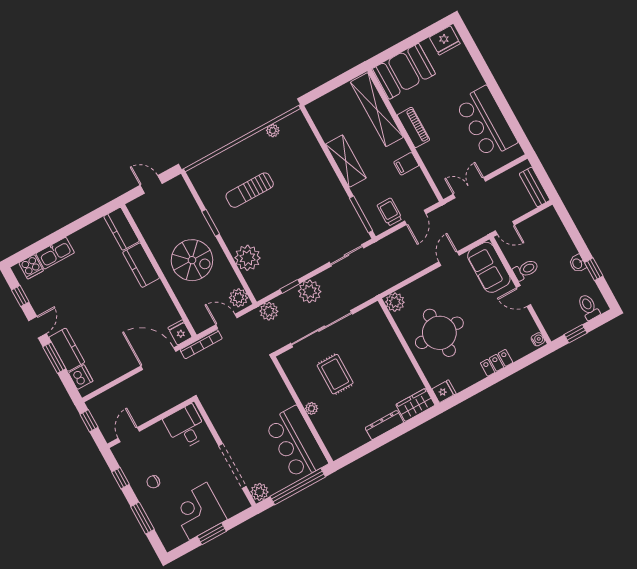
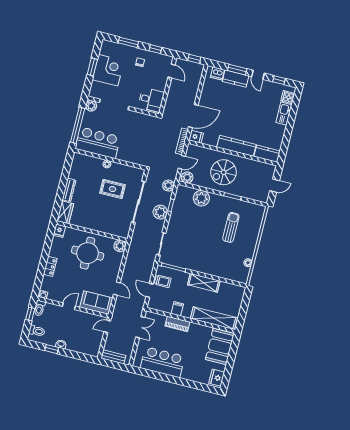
piano: (413, 127) -> (177, 324), moved
kitchen counter: (141, 265) -> (236, 146), width x1.50
toilet: (526, 270) -> (39, 308), moved

